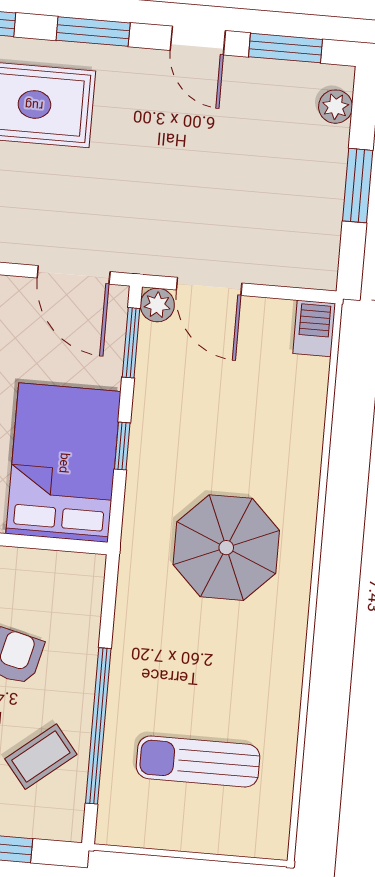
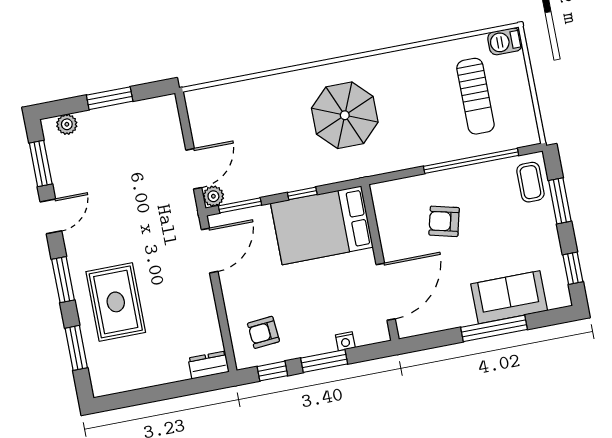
barbecue: (314, 328) -> (505, 41), moved
coffee table: (41, 757) -> (530, 182), moved, turned 39

